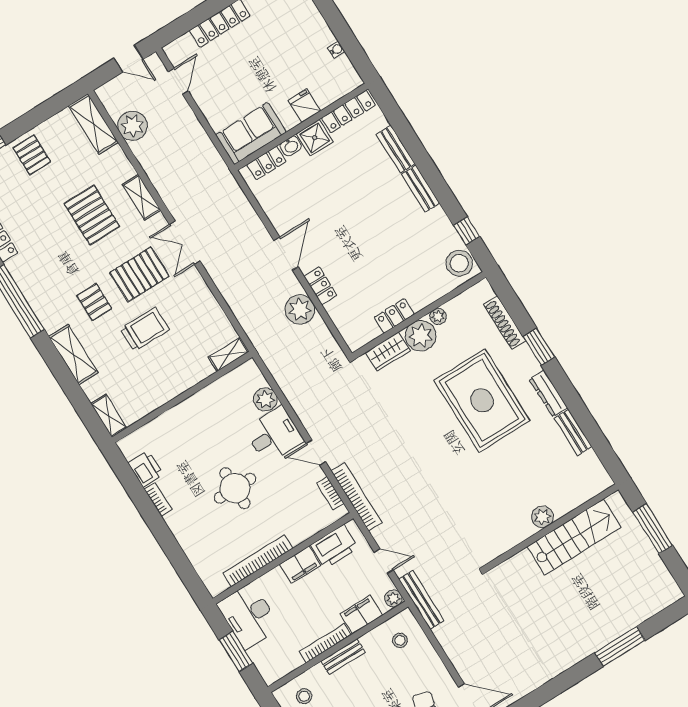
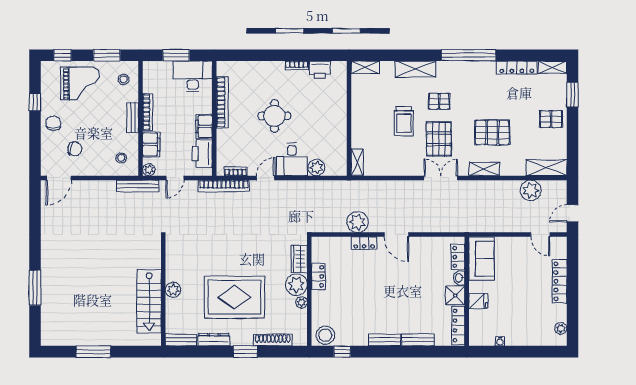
plant: (542, 517) -> (173, 290), moved
wall: (552, 527) -> (163, 291), moved
stairs: (574, 537) -> (149, 301), moved

